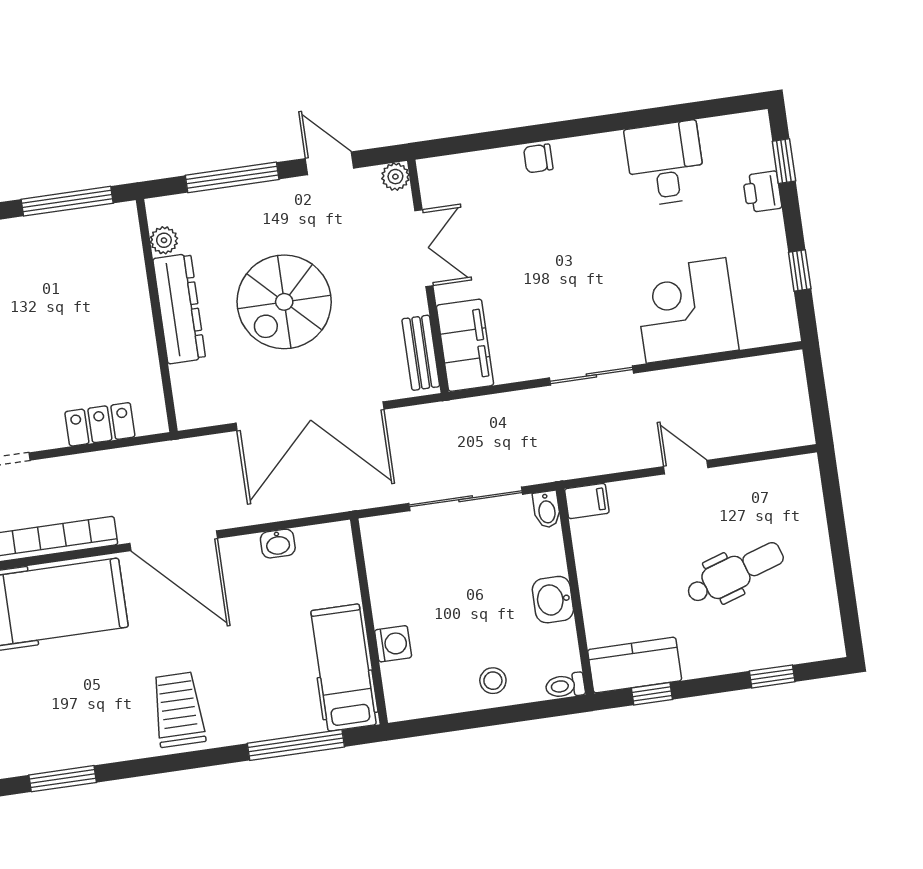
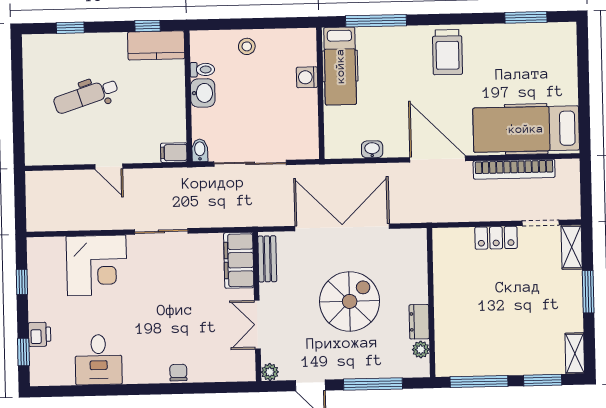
chair: (538, 158) -> (178, 373), turned -90
dresser: (179, 309) -> (419, 322), width x0.51, depth x0.80
locker: (100, 424) -> (496, 238), moved
toilet: (565, 686) -> (202, 70), moved

